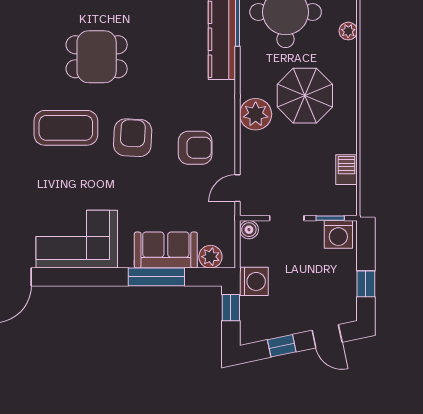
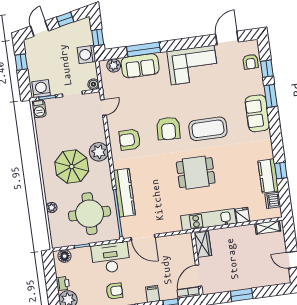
armchair: (195, 148) -> (130, 140), moved
barbecue: (346, 170) -> (39, 109), moved
door: (327, 336) -> (40, 29), hinge flipped

